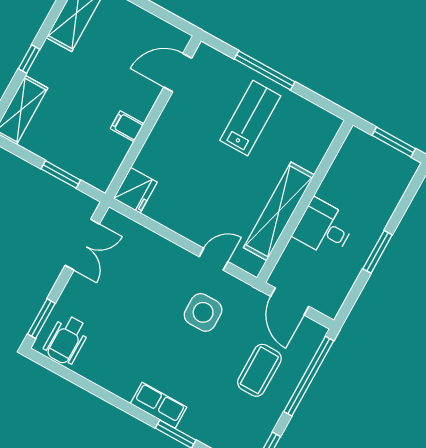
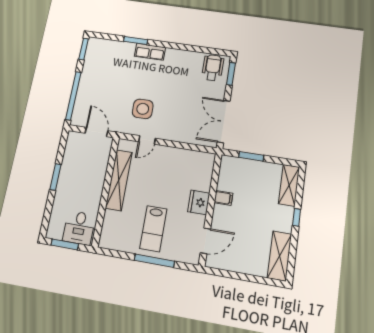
fridge: (135, 190) -> (199, 202), moved
desk: (324, 228) -> (79, 228), moved, turned 90
double door: (82, 245) -> (224, 122), width x1.37
coffee table: (259, 370) -> (101, 89), removed

